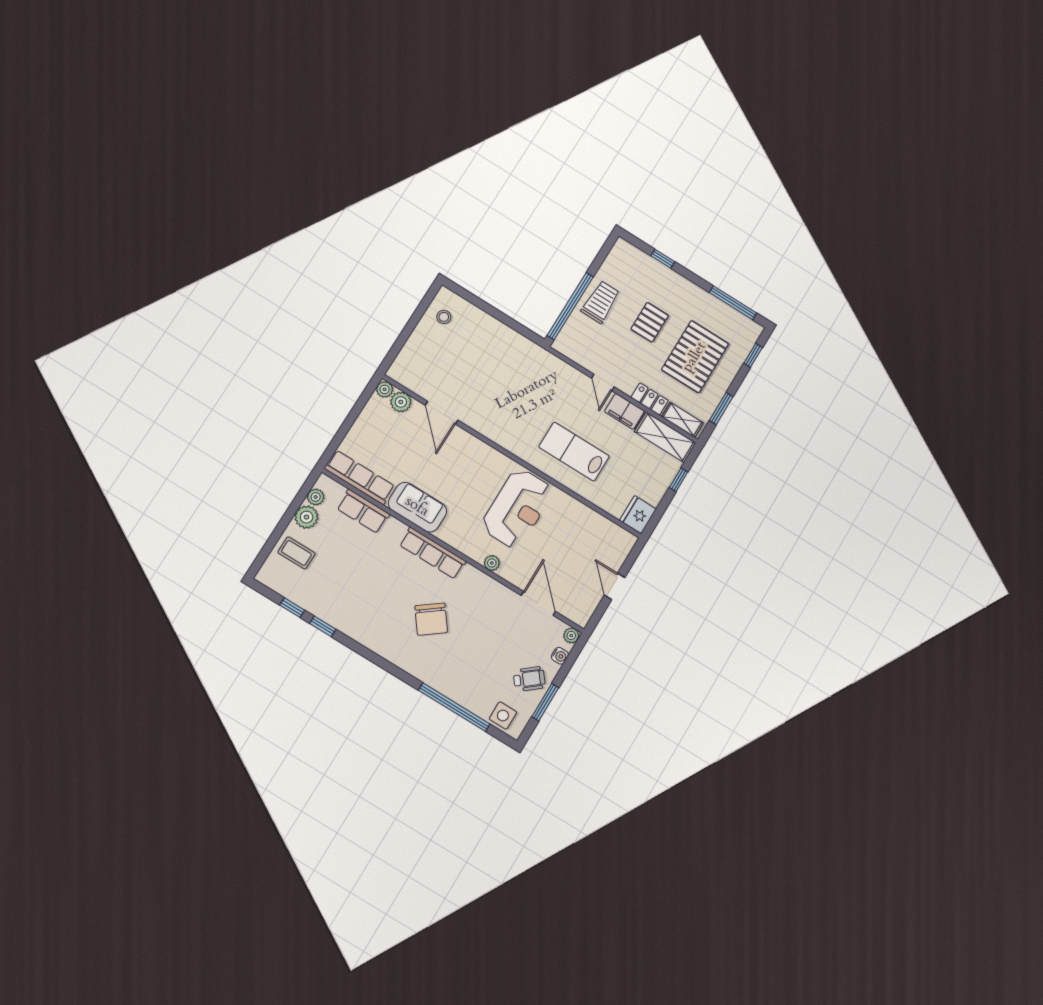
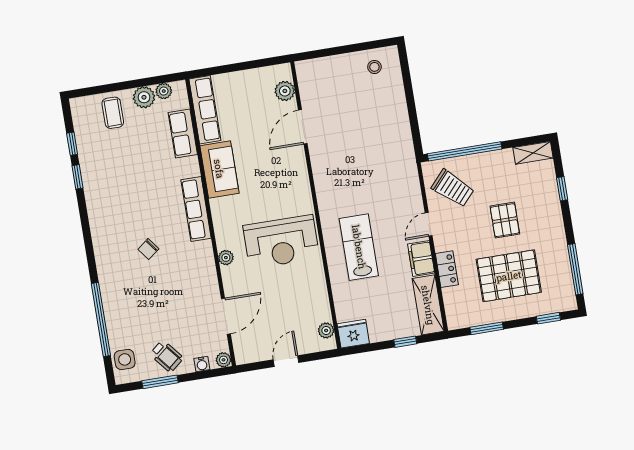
trolley: (601, 302) -> (453, 188), moved, turned 42
pallet: (650, 322) -> (505, 220), turned 90
plant: (385, 389) -> (326, 330), moved
shelving: (682, 420) -> (533, 153), moved, turned 90
chair: (431, 619) -> (148, 249), width x0.54, depth x0.54

